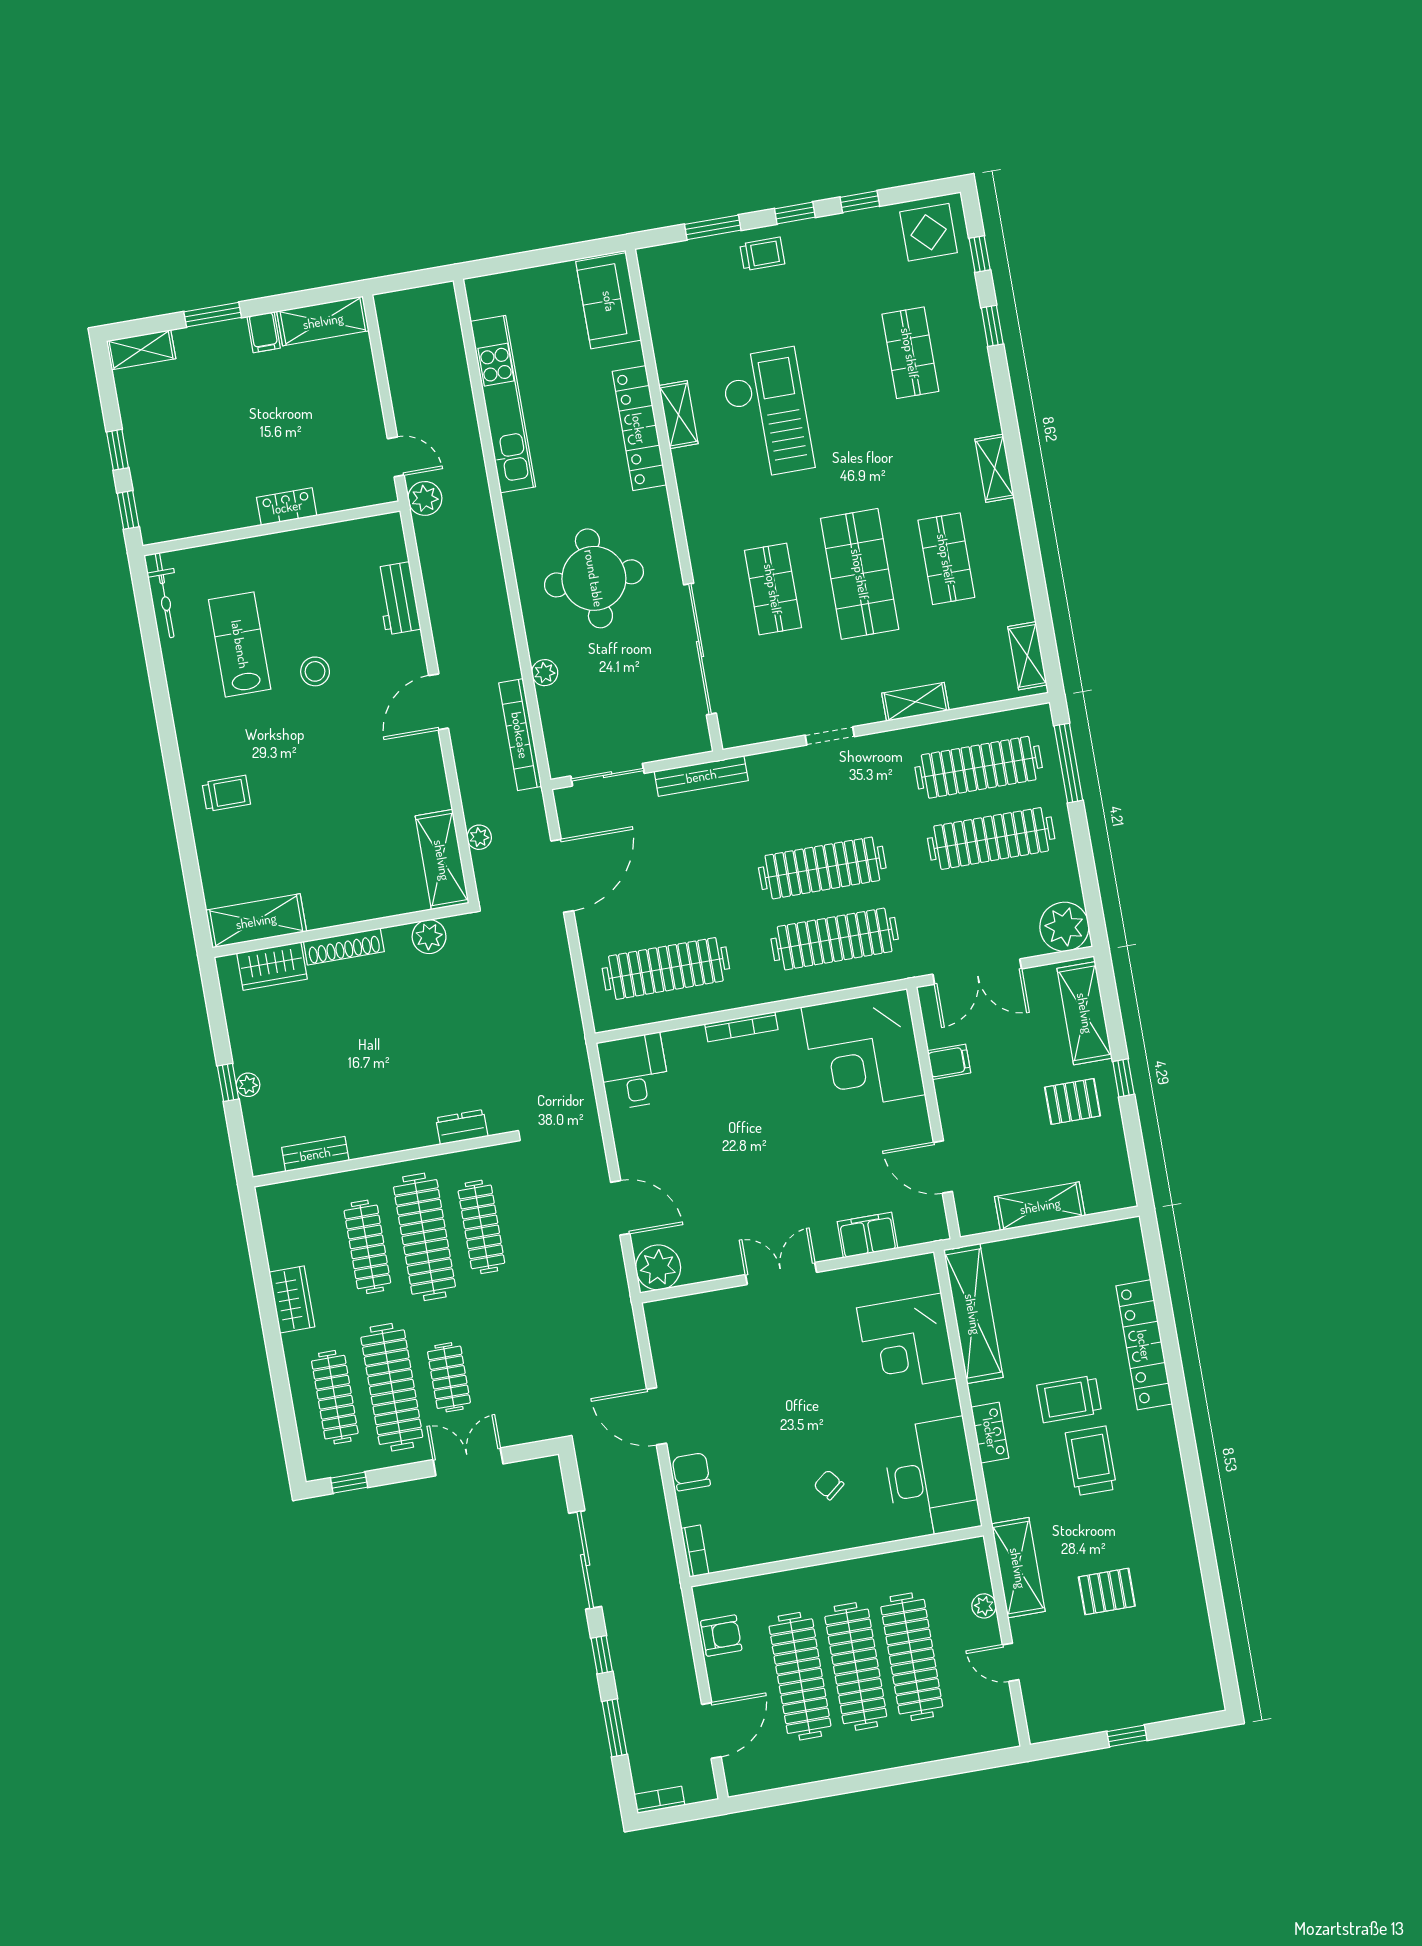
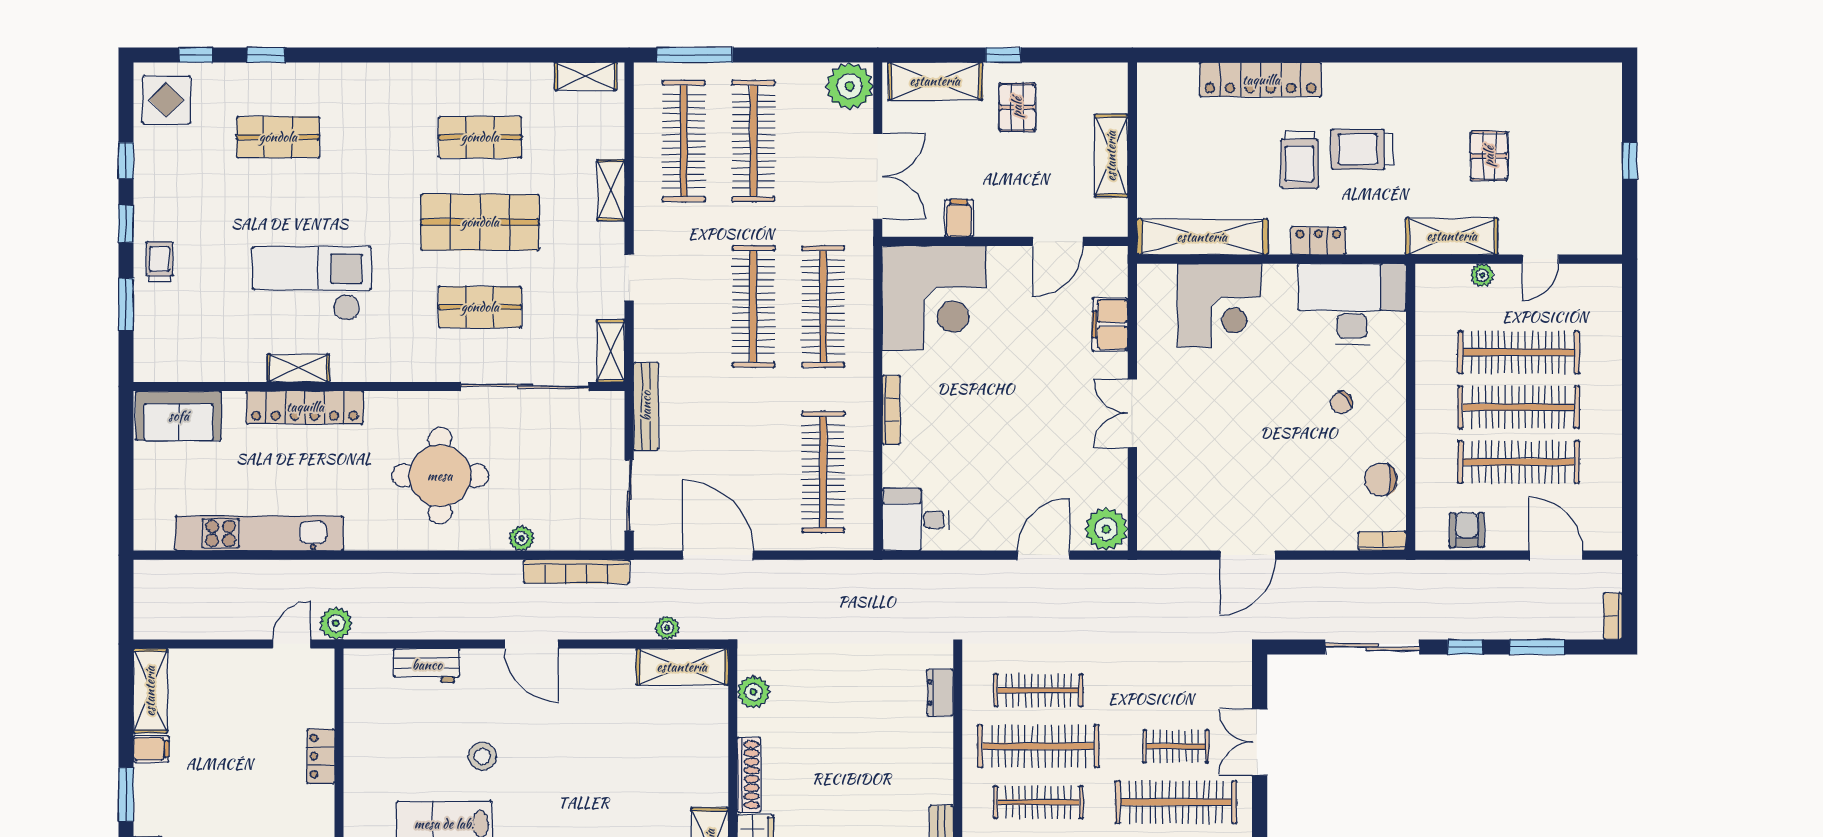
shelving: (995, 468) -> (611, 351), moved, turned 90
chair: (691, 1472) -> (1381, 480), moved

